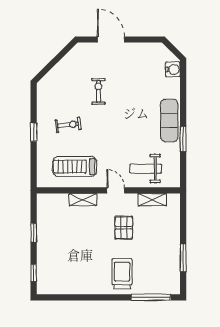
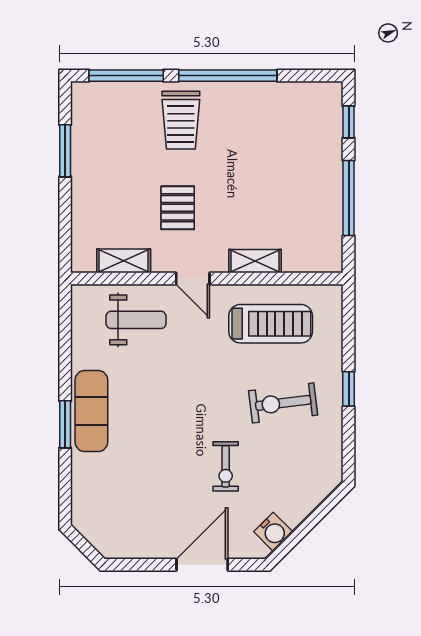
door: (111, 39) -> (202, 565), swing flipped
water cooler: (173, 69) -> (273, 532), moved, turned -135
exercise bike: (68, 125) -> (283, 403), width x1.38, depth x1.39
window: (183, 139) -> (65, 424), moved
window: (34, 233) -> (349, 198), width x2.17
window: (97, 297) -> (228, 76), added

